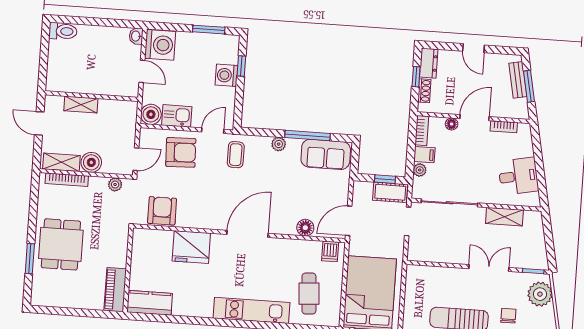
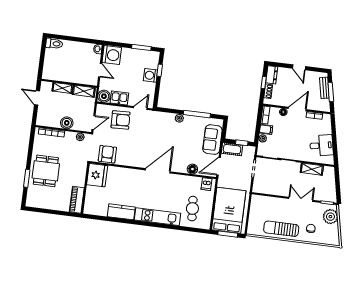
sofa: (326, 154) -> (212, 140), moved, turned 90
coffee table: (236, 155) -> (153, 123), removed
shelving: (61, 162) -> (84, 91), moved
cot: (390, 192) -> (232, 149), moved
fridge: (191, 247) -> (97, 175), moved, turned -90
kitchen counter: (150, 303) -> (121, 212), moved

